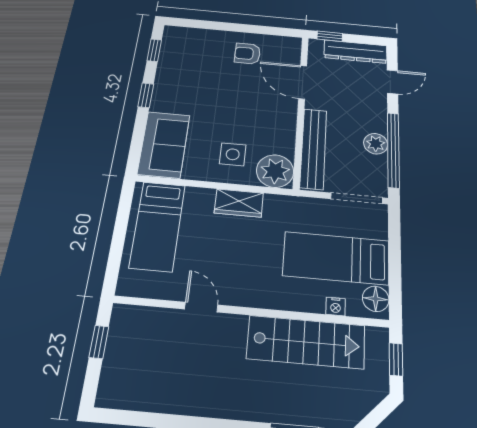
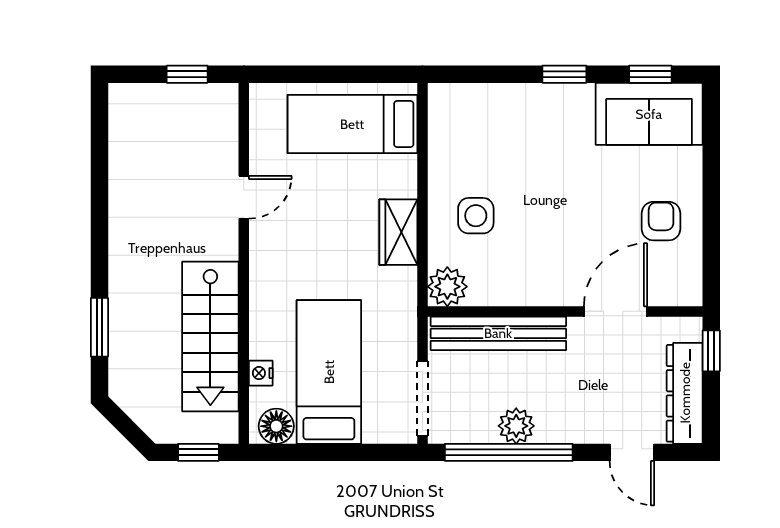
sofa: (164, 144) -> (649, 114), moved
plant: (275, 171) -> (447, 287), width x0.73, depth x0.73

